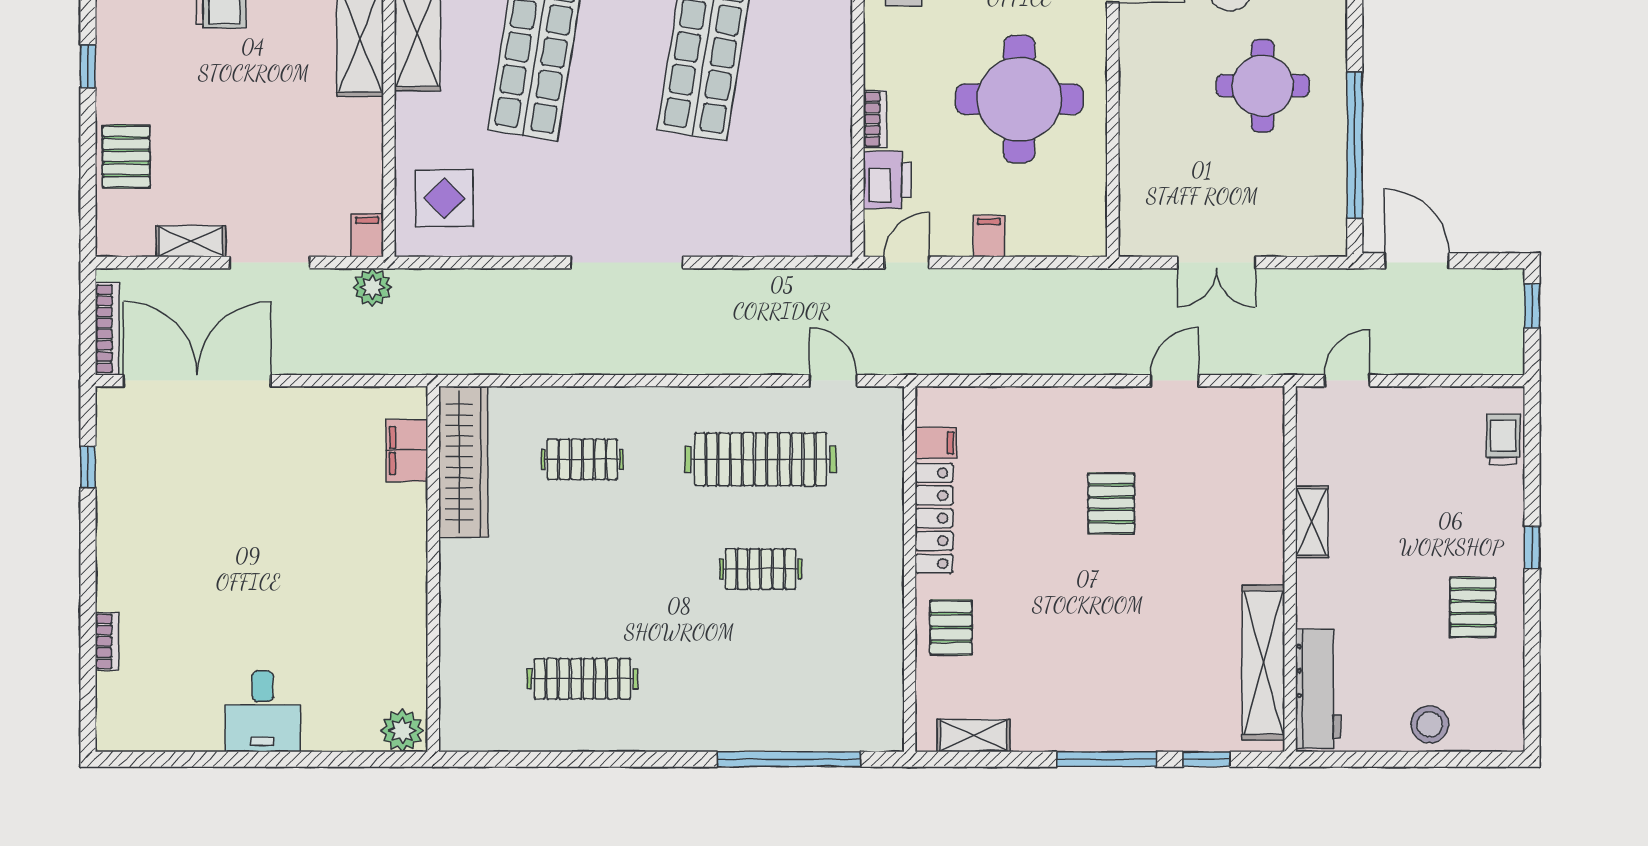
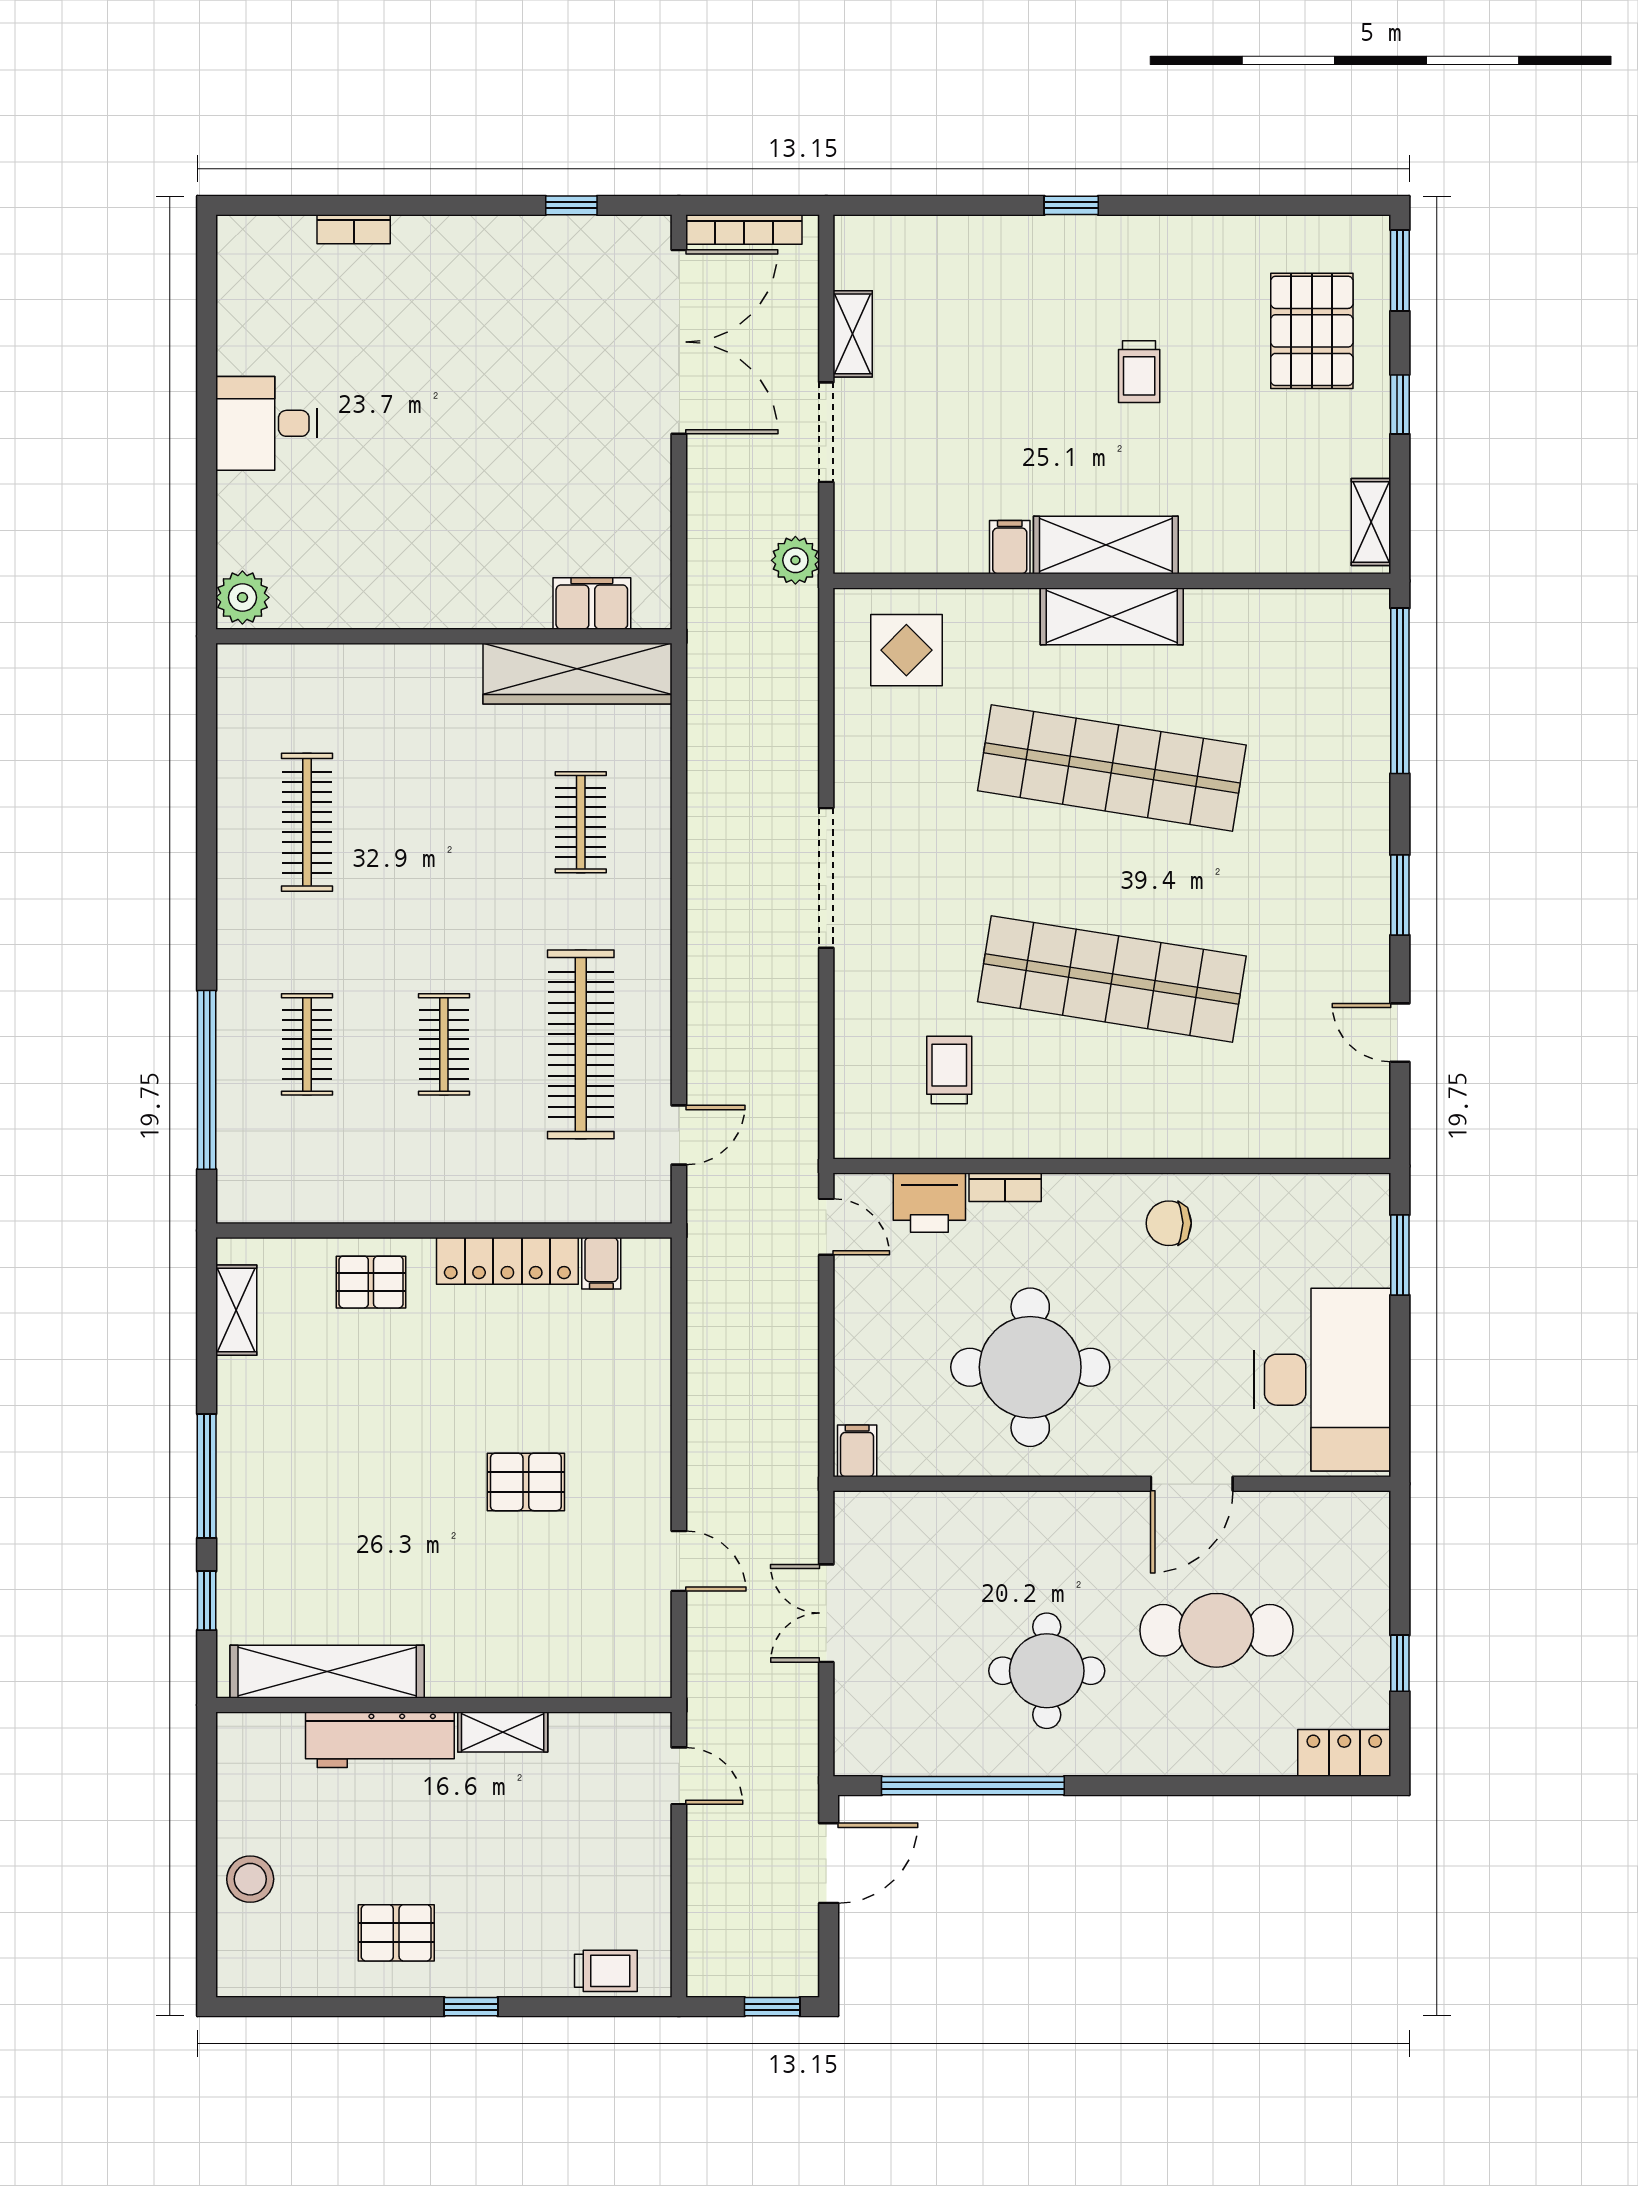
pallet: (126, 157) -> (958, 253), removed
trolley: (781, 164) -> (949, 1070), added
filing cabinet: (367, 235) -> (1010, 547), moved, turned -90
filing cabinet: (989, 236) -> (857, 1451), moved, turned -90
clothes rail: (761, 679) -> (307, 1044), added
workbench: (1318, 689) -> (380, 1740), moved

